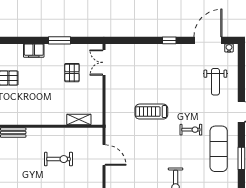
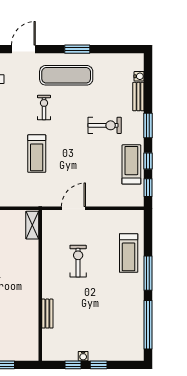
treadmill: (151, 112) -> (37, 154), moved
shelving: (79, 120) -> (32, 225), moved

